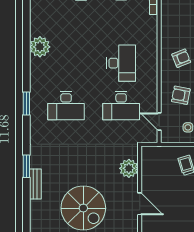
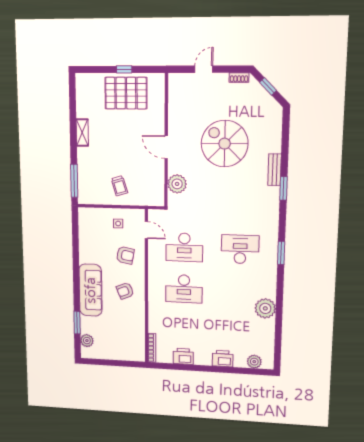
desk: (121, 63) -> (184, 289), turned -90
desk: (121, 106) -> (184, 247), turned 180

